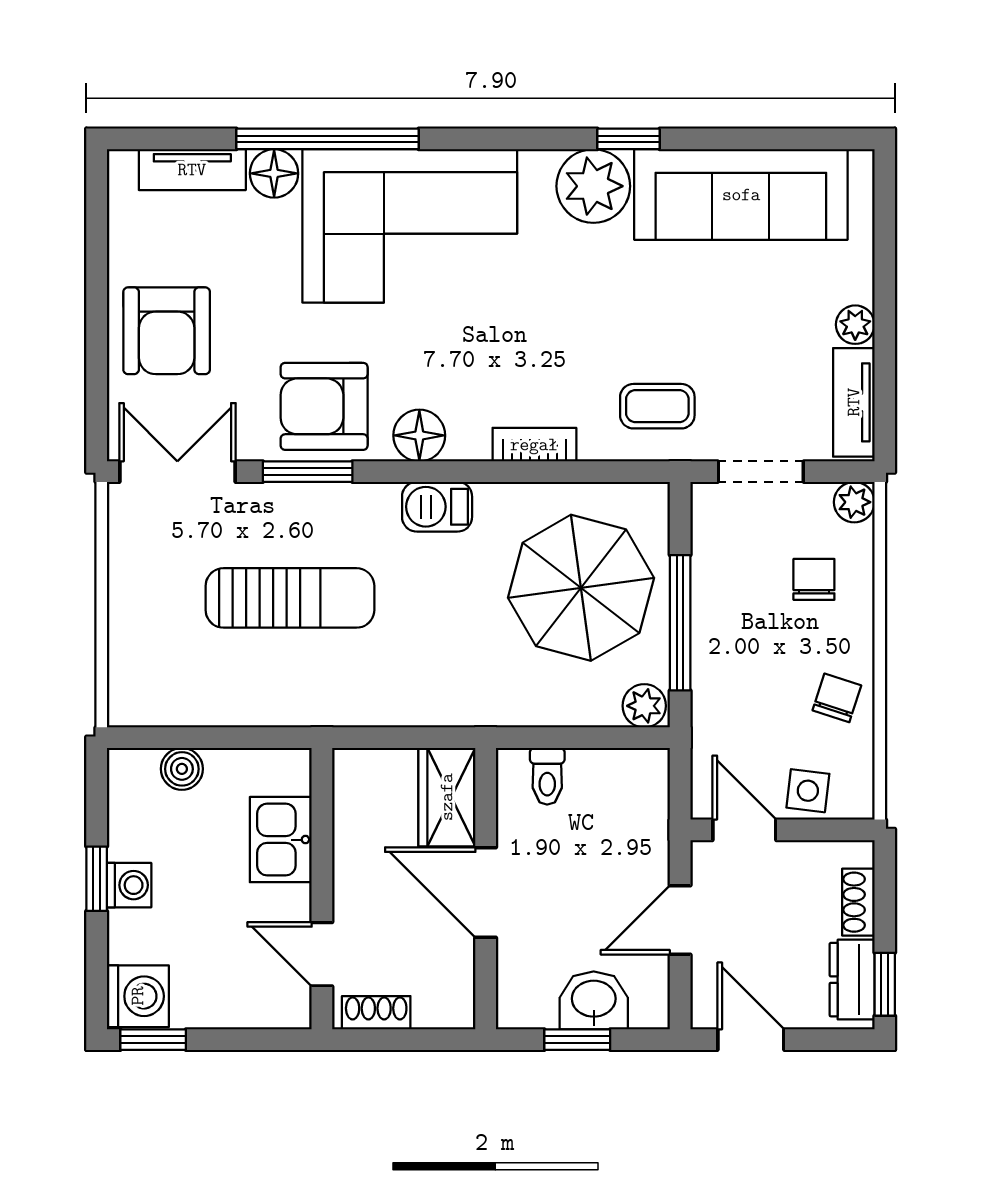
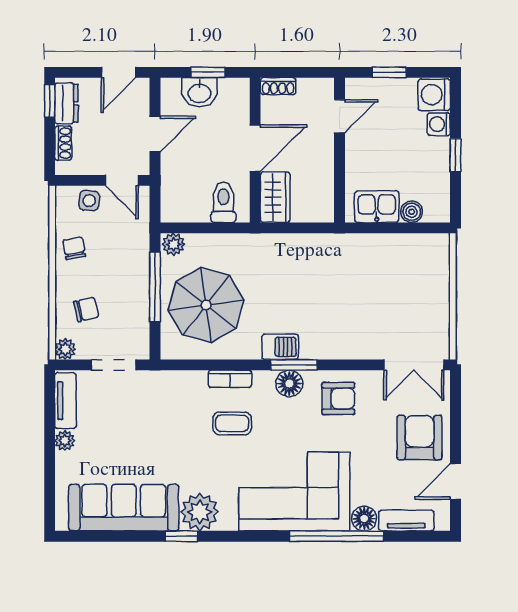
door: (97, 245) -> (455, 482), added
armchair: (324, 406) -> (338, 399), width x0.72, depth x0.72
coffee table: (657, 406) -> (232, 423), moved
window: (308, 472) -> (294, 365), moved
chair: (814, 579) -> (86, 309), turned -103
sun lounger: (290, 598) -> (356, 300), removed
chair: (837, 698) -> (74, 248), turned 152
toilet: (547, 776) -> (223, 202), width x1.37, depth x1.39
kitchen sink: (281, 840) -> (377, 207), moved, turned -90
washing machine: (129, 885) -> (439, 124), moved
door: (486, 893) -> (255, 148), hinge flipped
door: (322, 954) -> (340, 116), hinge flipped
shoe rack: (376, 1013) -> (278, 86), moved
window: (153, 1040) -> (389, 72), moved
door: (751, 1040) -> (118, 72), hinge flipped

